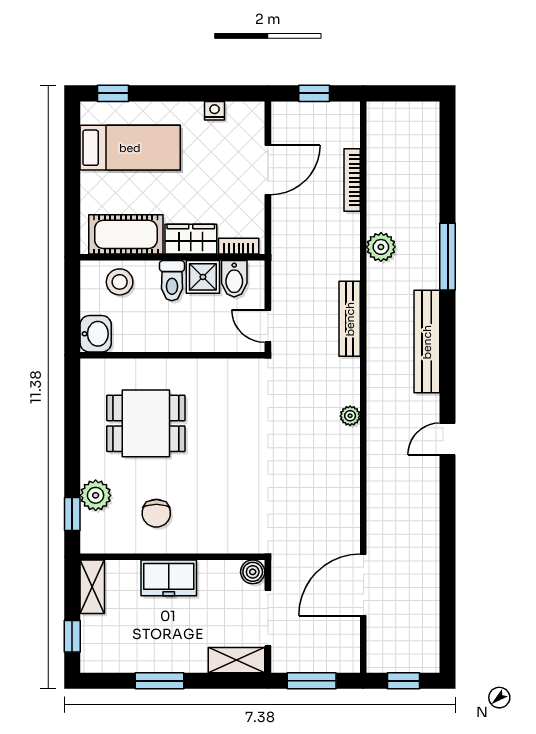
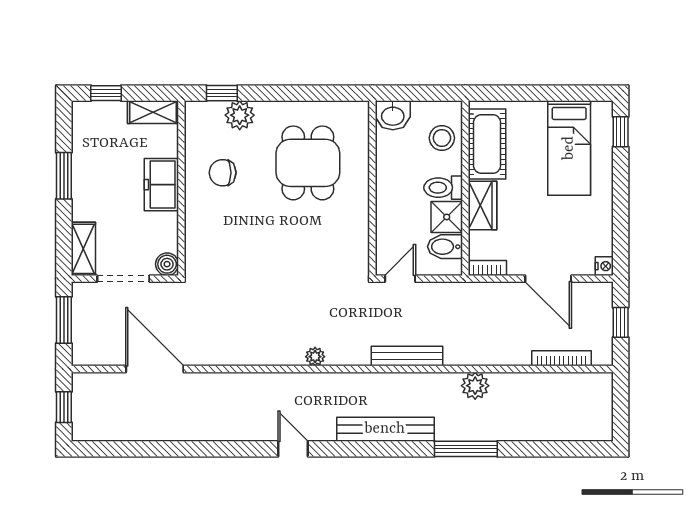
nightstand: (215, 111) -> (604, 266), moved
bookcase: (352, 180) -> (562, 358), moved
bookcase: (239, 246) -> (487, 268), moved, turned -90

